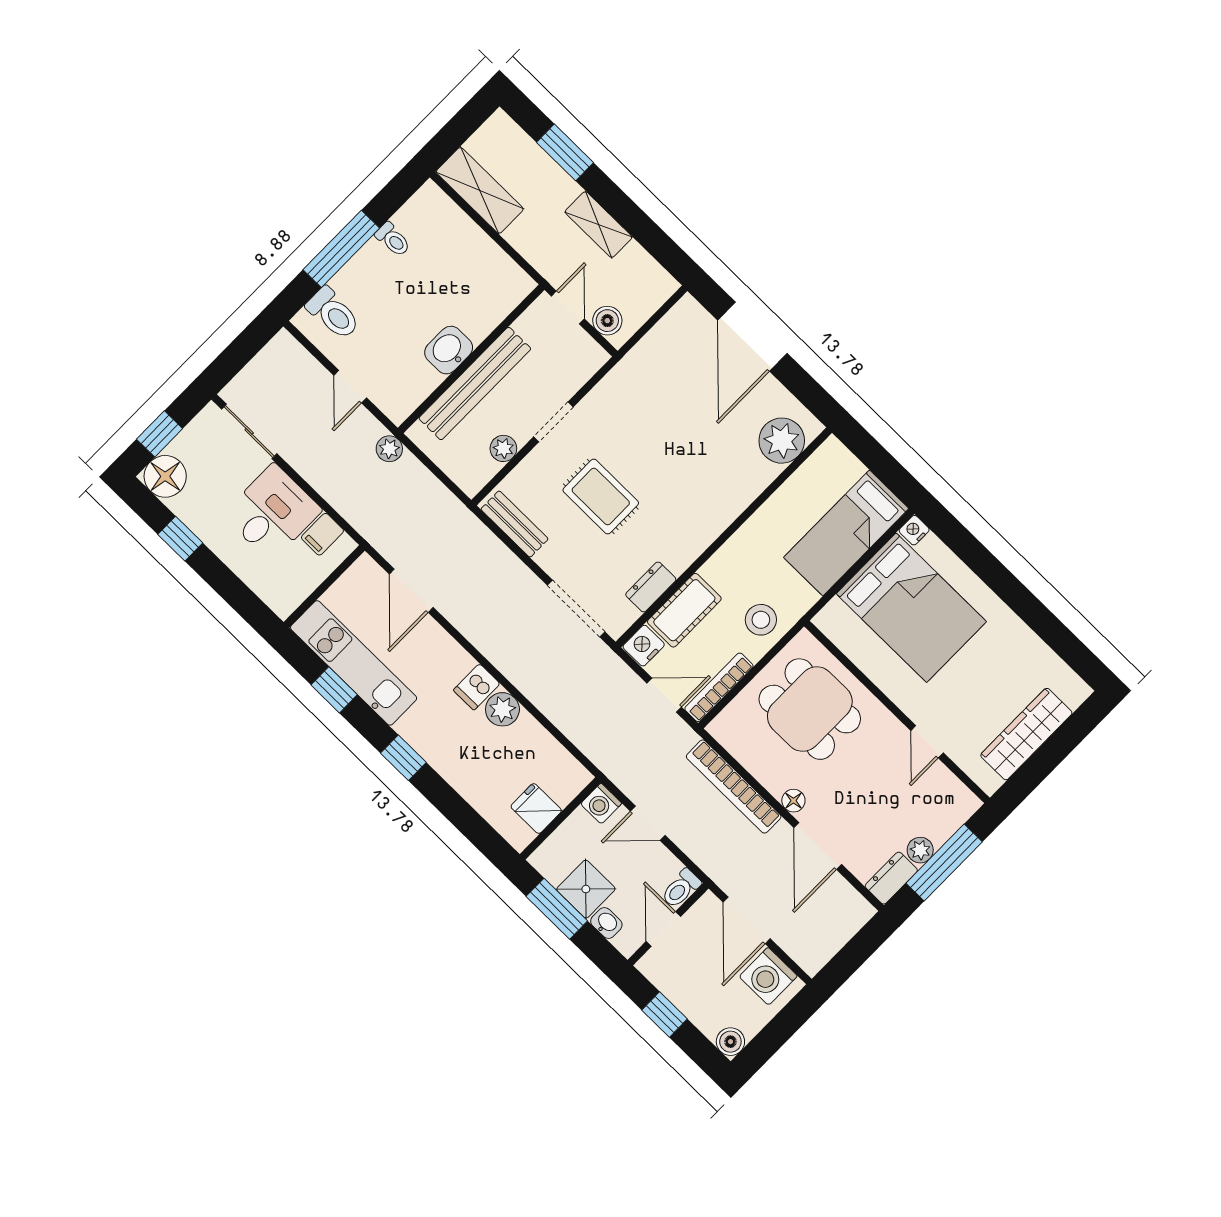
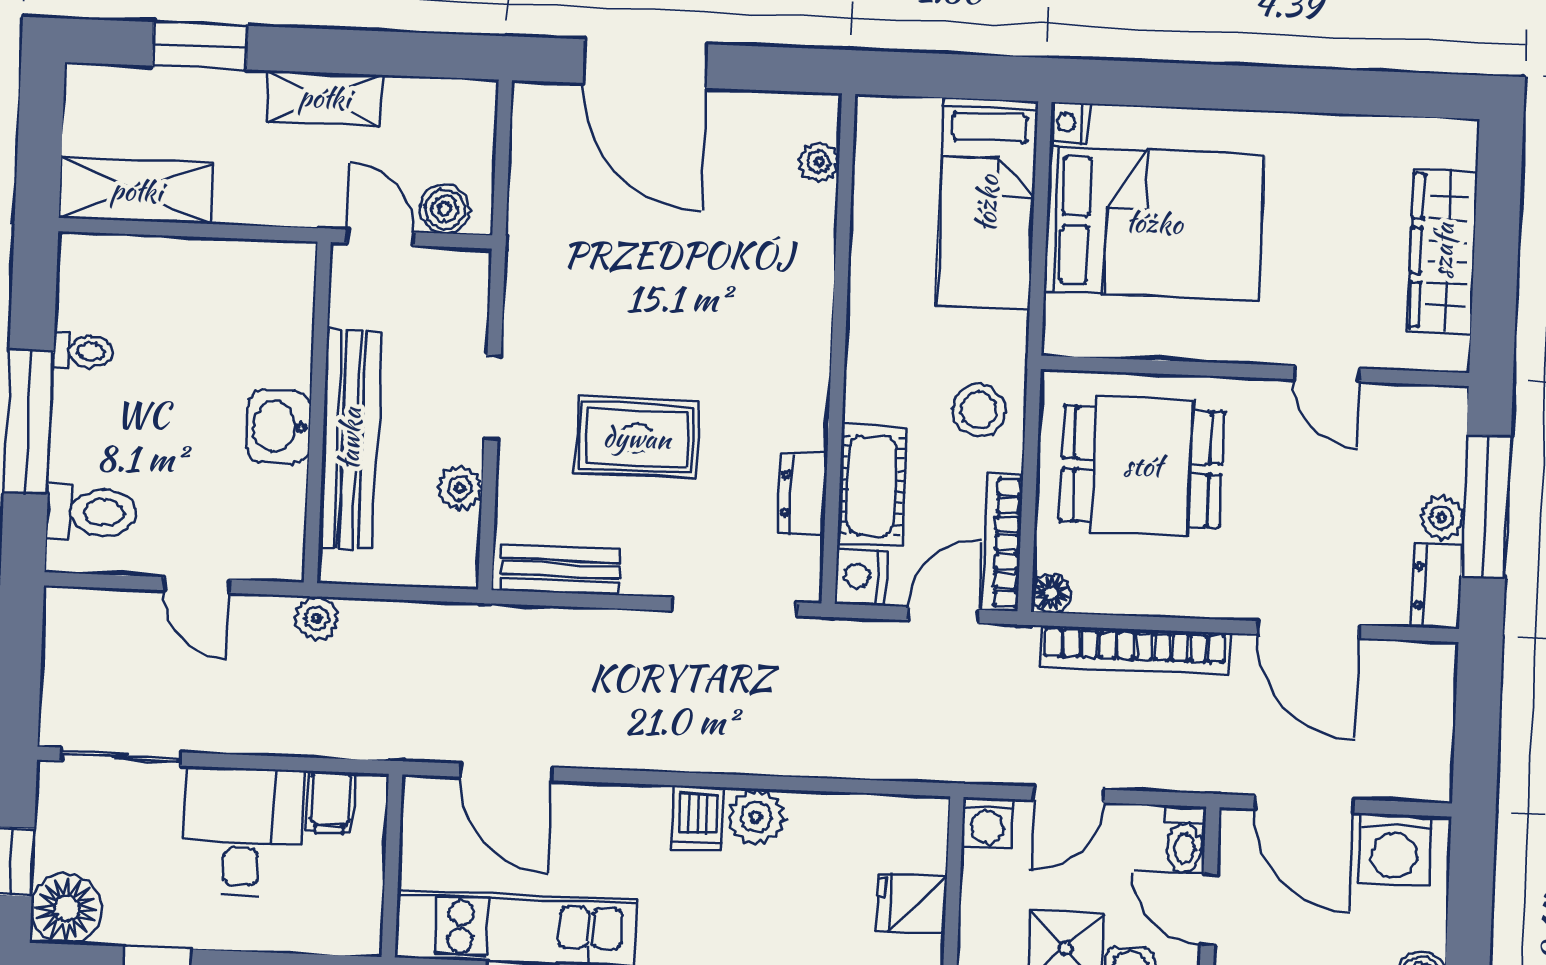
plant: (782, 441) -> (819, 162), width x0.53, depth x0.53
floor lamp: (793, 801) -> (1051, 593), moved

